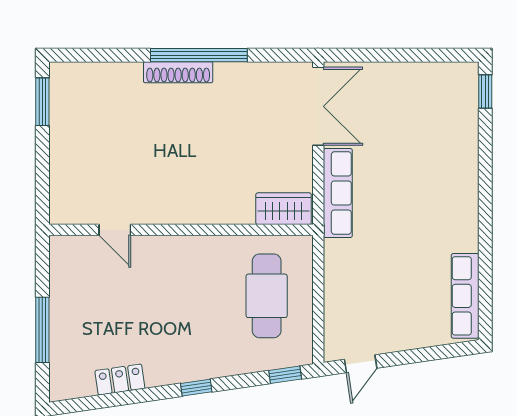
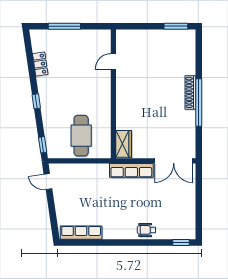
wheelchair: (460, 162) -> (147, 230), added
cafe table: (267, 296) -> (81, 136), turned 90

